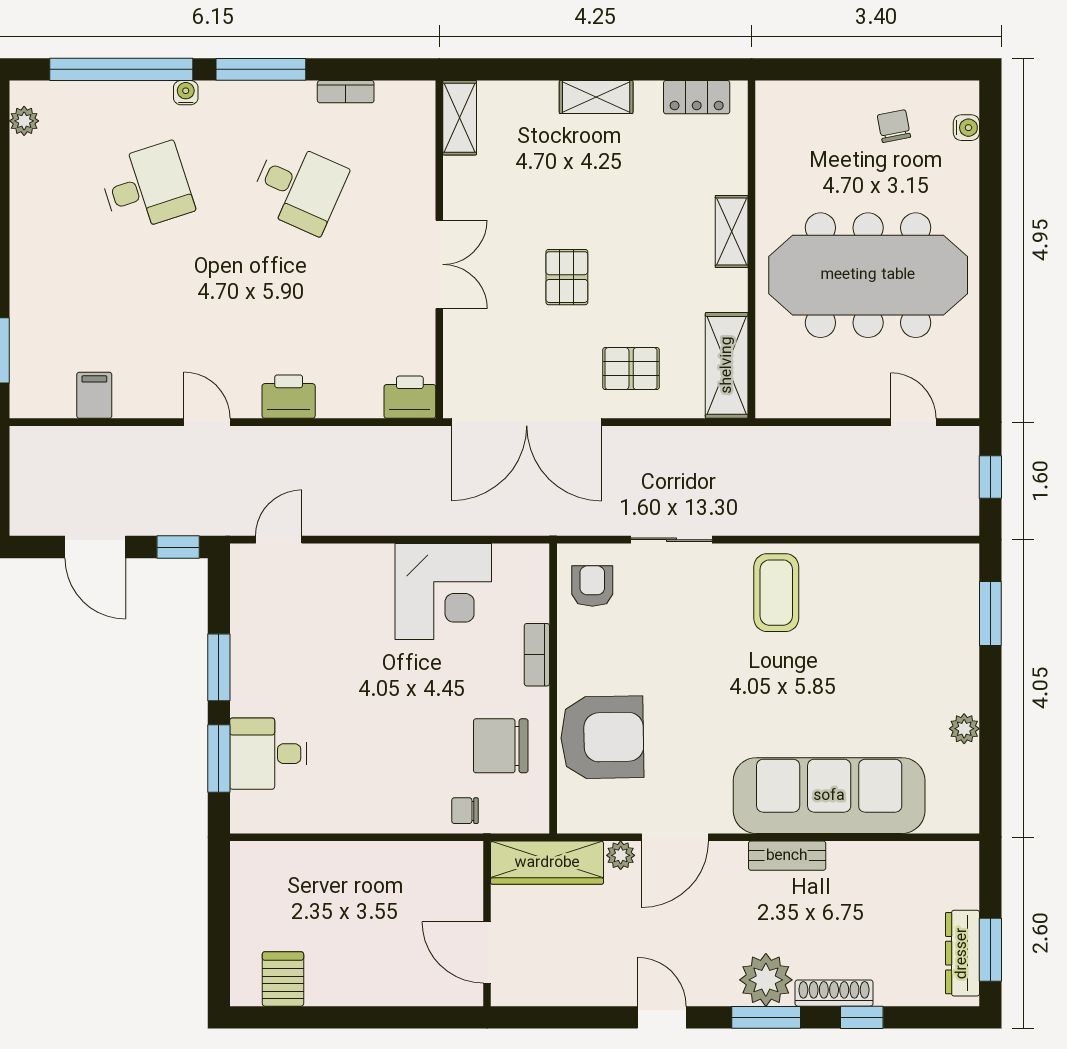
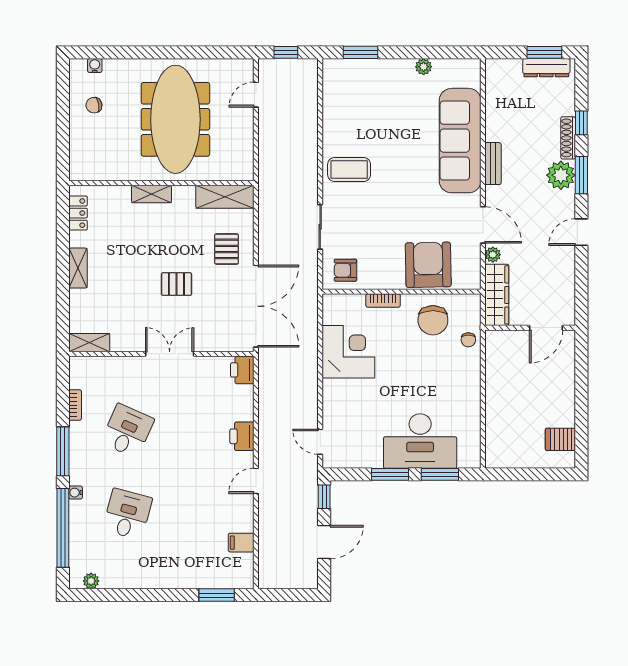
desk: (146, 187) -> (127, 514), turned 33
desk: (268, 754) -> (420, 441), width x1.87, depth x1.30

